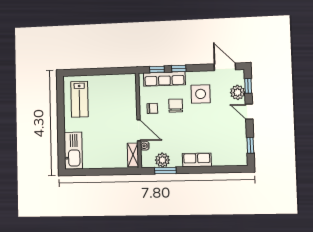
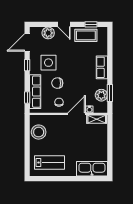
window: (179, 69) -> (27, 65), moved
stool: (116, 85) -> (39, 132), added
window: (248, 86) -> (43, 24), removed
door: (249, 112) -> (64, 24), hinge flipped
coffee table: (236, 139) -> (86, 35), added

